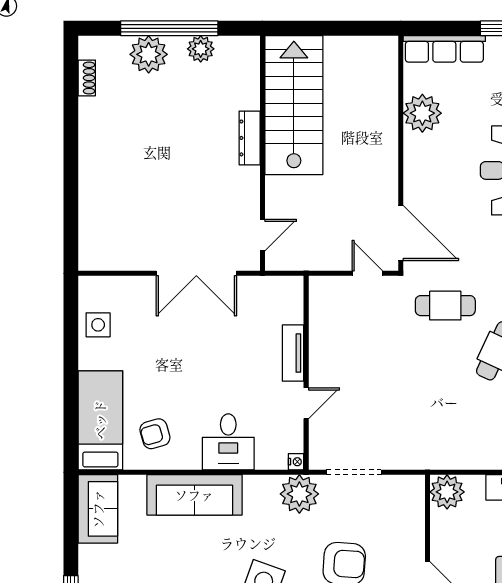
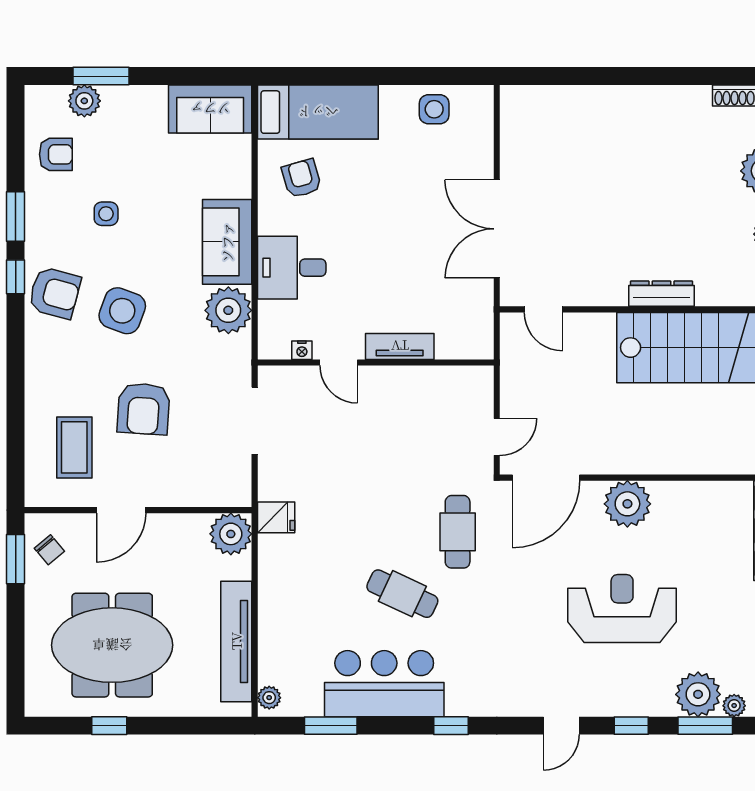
plant: (422, 113) -> (627, 504), moved
fridge: (433, 455) -> (276, 517), added
nightstand: (296, 462) -> (302, 350), moved
plant: (299, 494) -> (228, 310), moved
sofa: (194, 495) -> (227, 242), width x0.73

